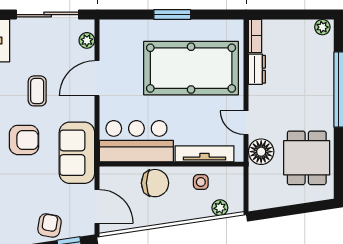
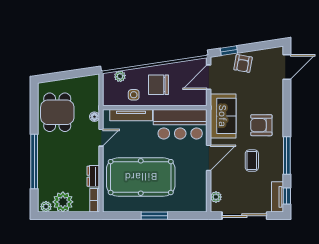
plant: (299, 34) -> (63, 202), added
door: (97, 78) -> (209, 158), moved
door: (246, 123) -> (101, 138), hinge flipped
floor lamp: (261, 152) -> (94, 117), width x0.53, depth x0.53
chair: (155, 183) -> (158, 85), moved
door: (97, 206) -> (209, 77), hinge flipped

